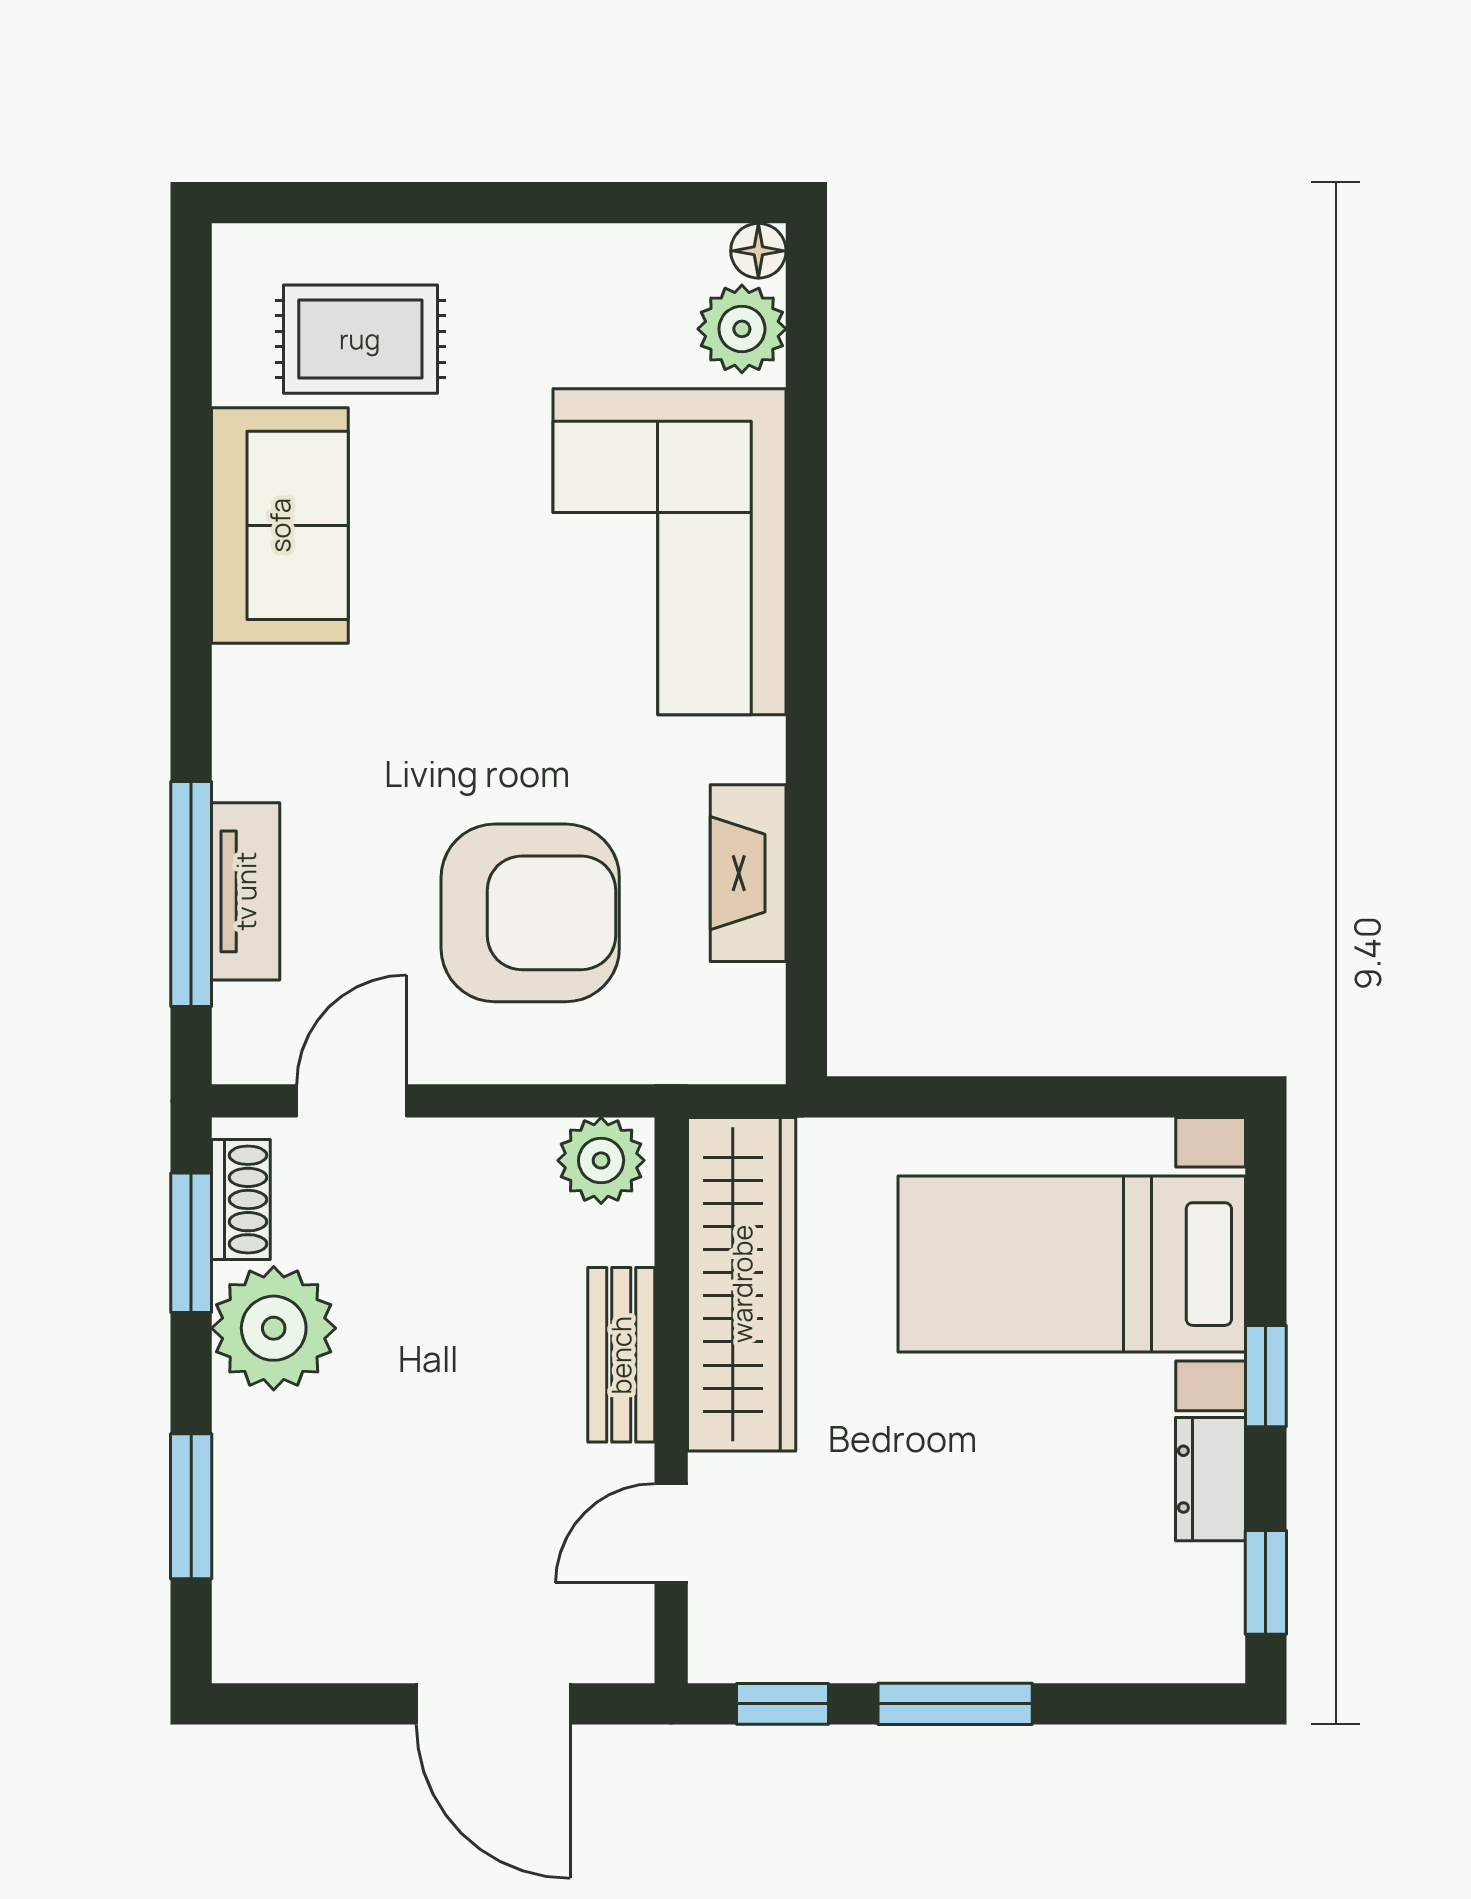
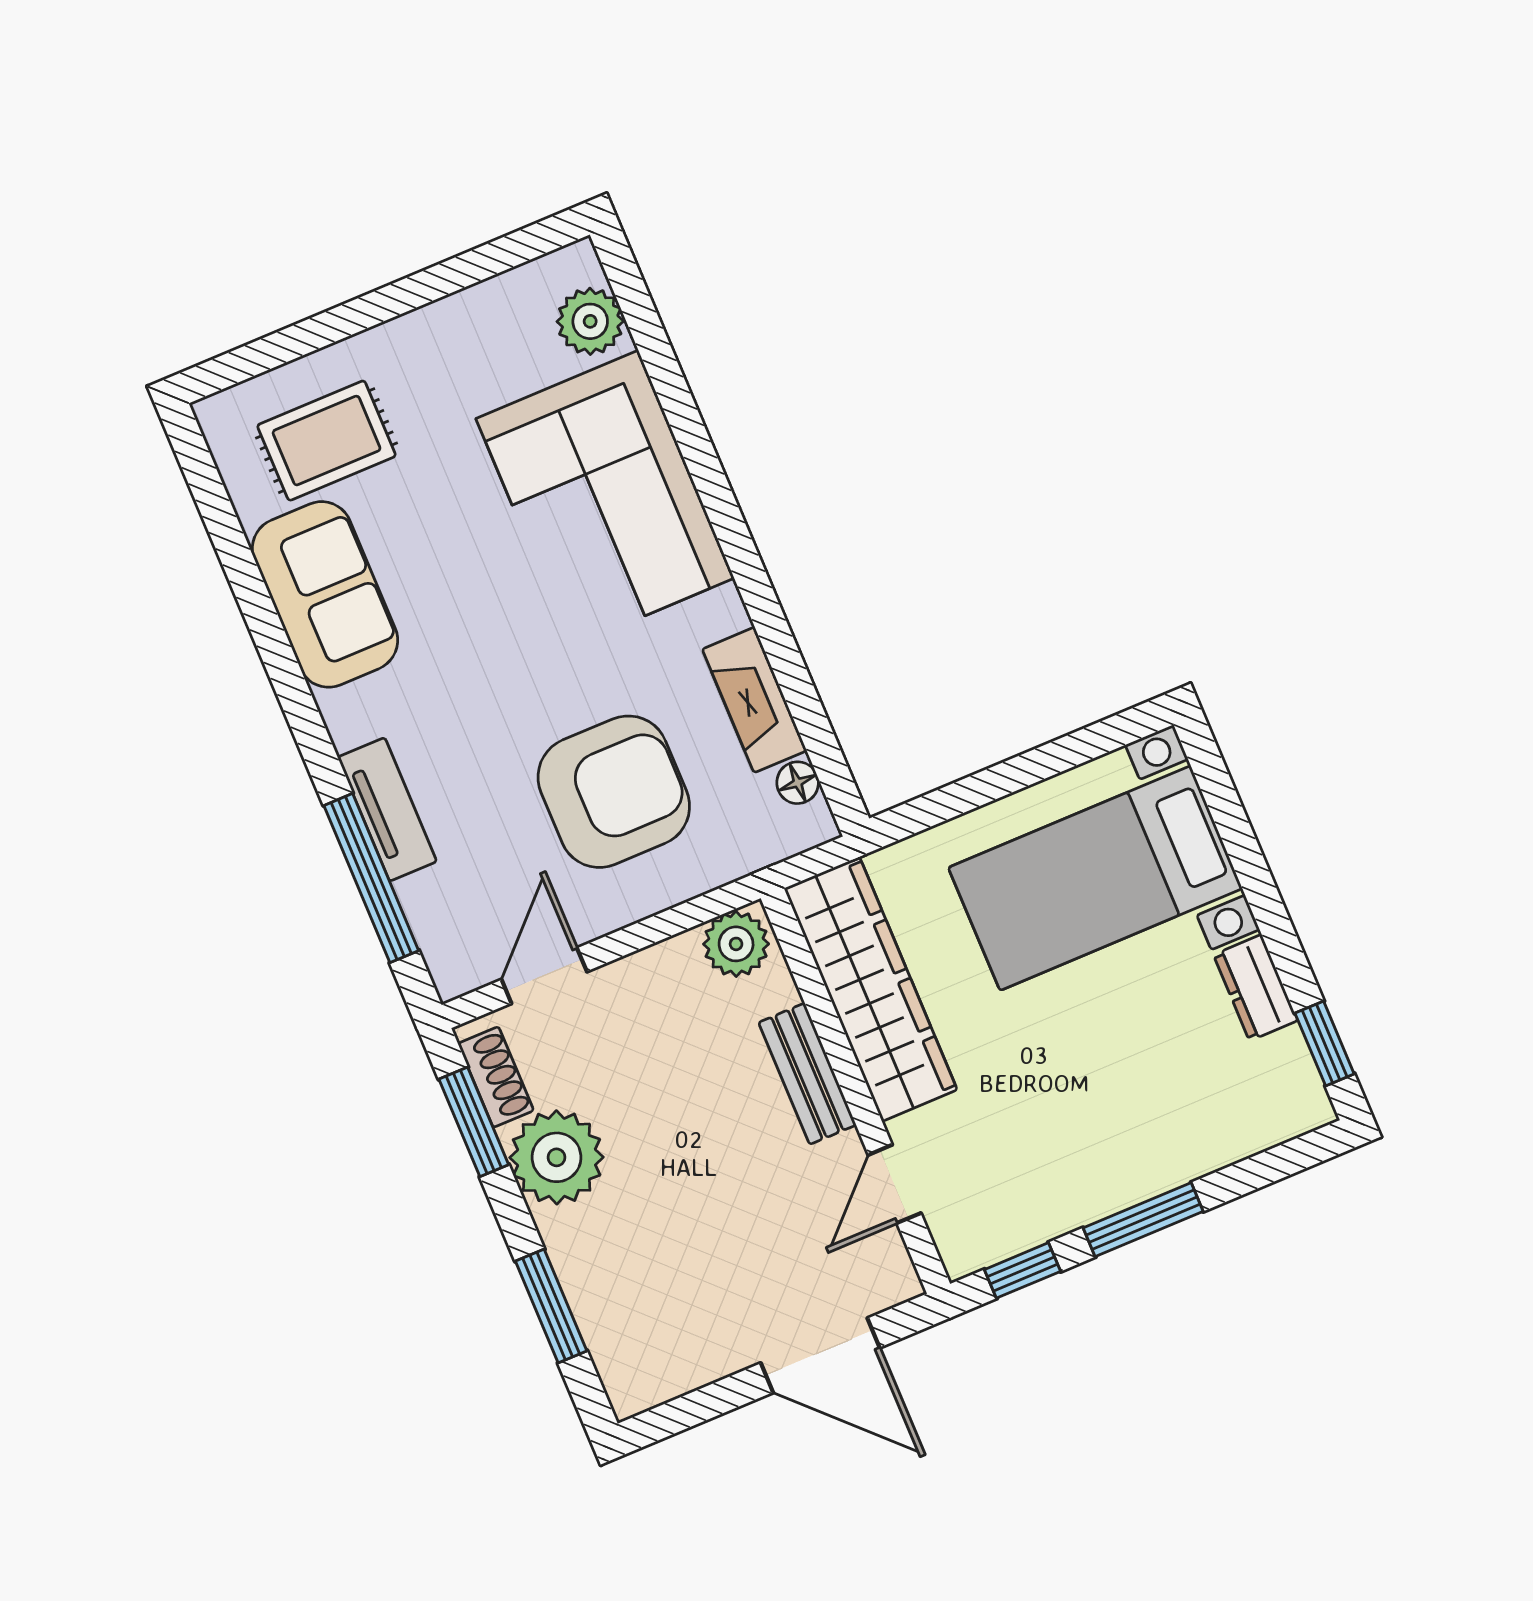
floor lamp: (758, 251) -> (798, 783), moved
tv unit: (246, 891) -> (387, 809), moved
window: (1266, 1376) -> (1264, 899), removed

